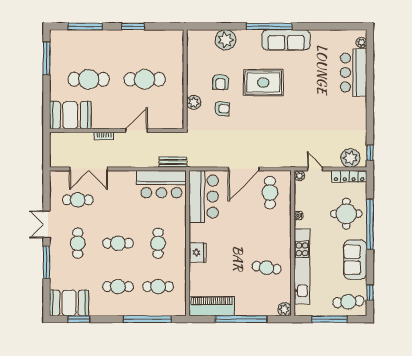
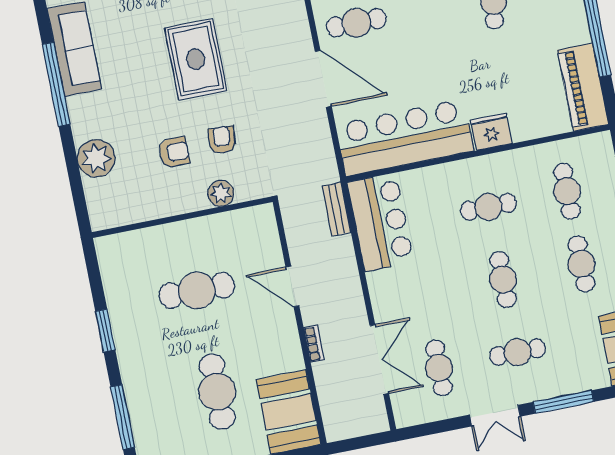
cafe table: (145, 79) -> (197, 291), turned 90
rug: (263, 83) -> (196, 59), moved
bar counter: (204, 197) -> (405, 138), width x1.36

